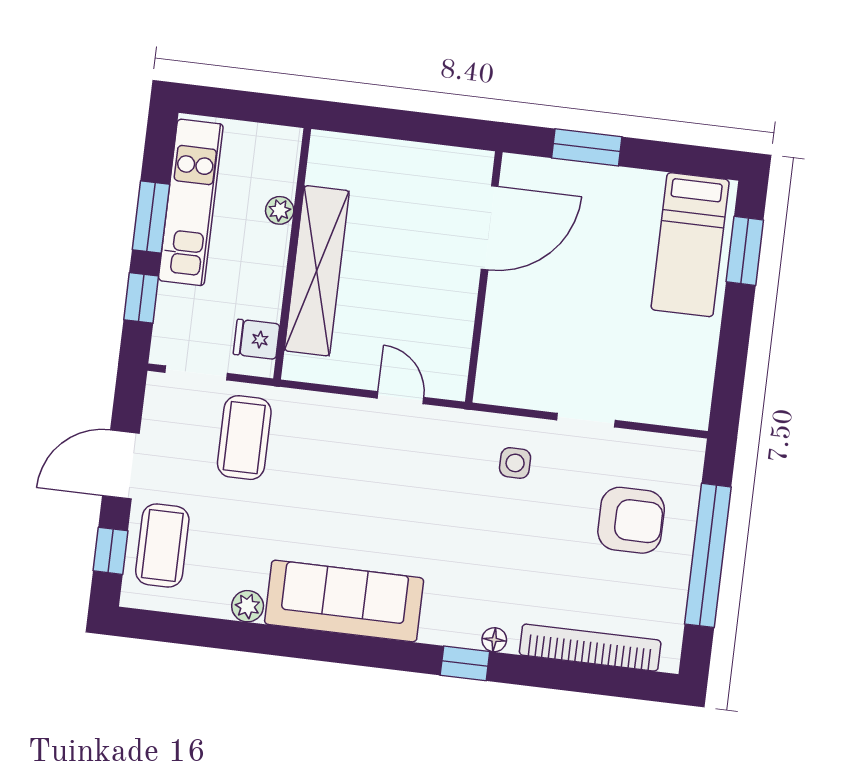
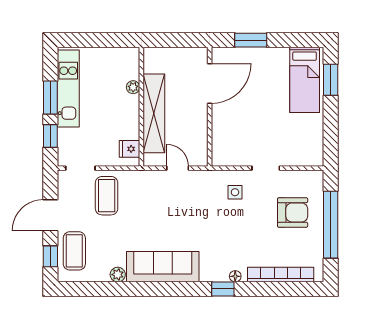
plant: (280, 210) -> (133, 87), moved
wall: (292, 254) -> (141, 107), moved
shelving: (317, 271) -> (154, 113), moved
fridge: (257, 339) -> (130, 149), moved

